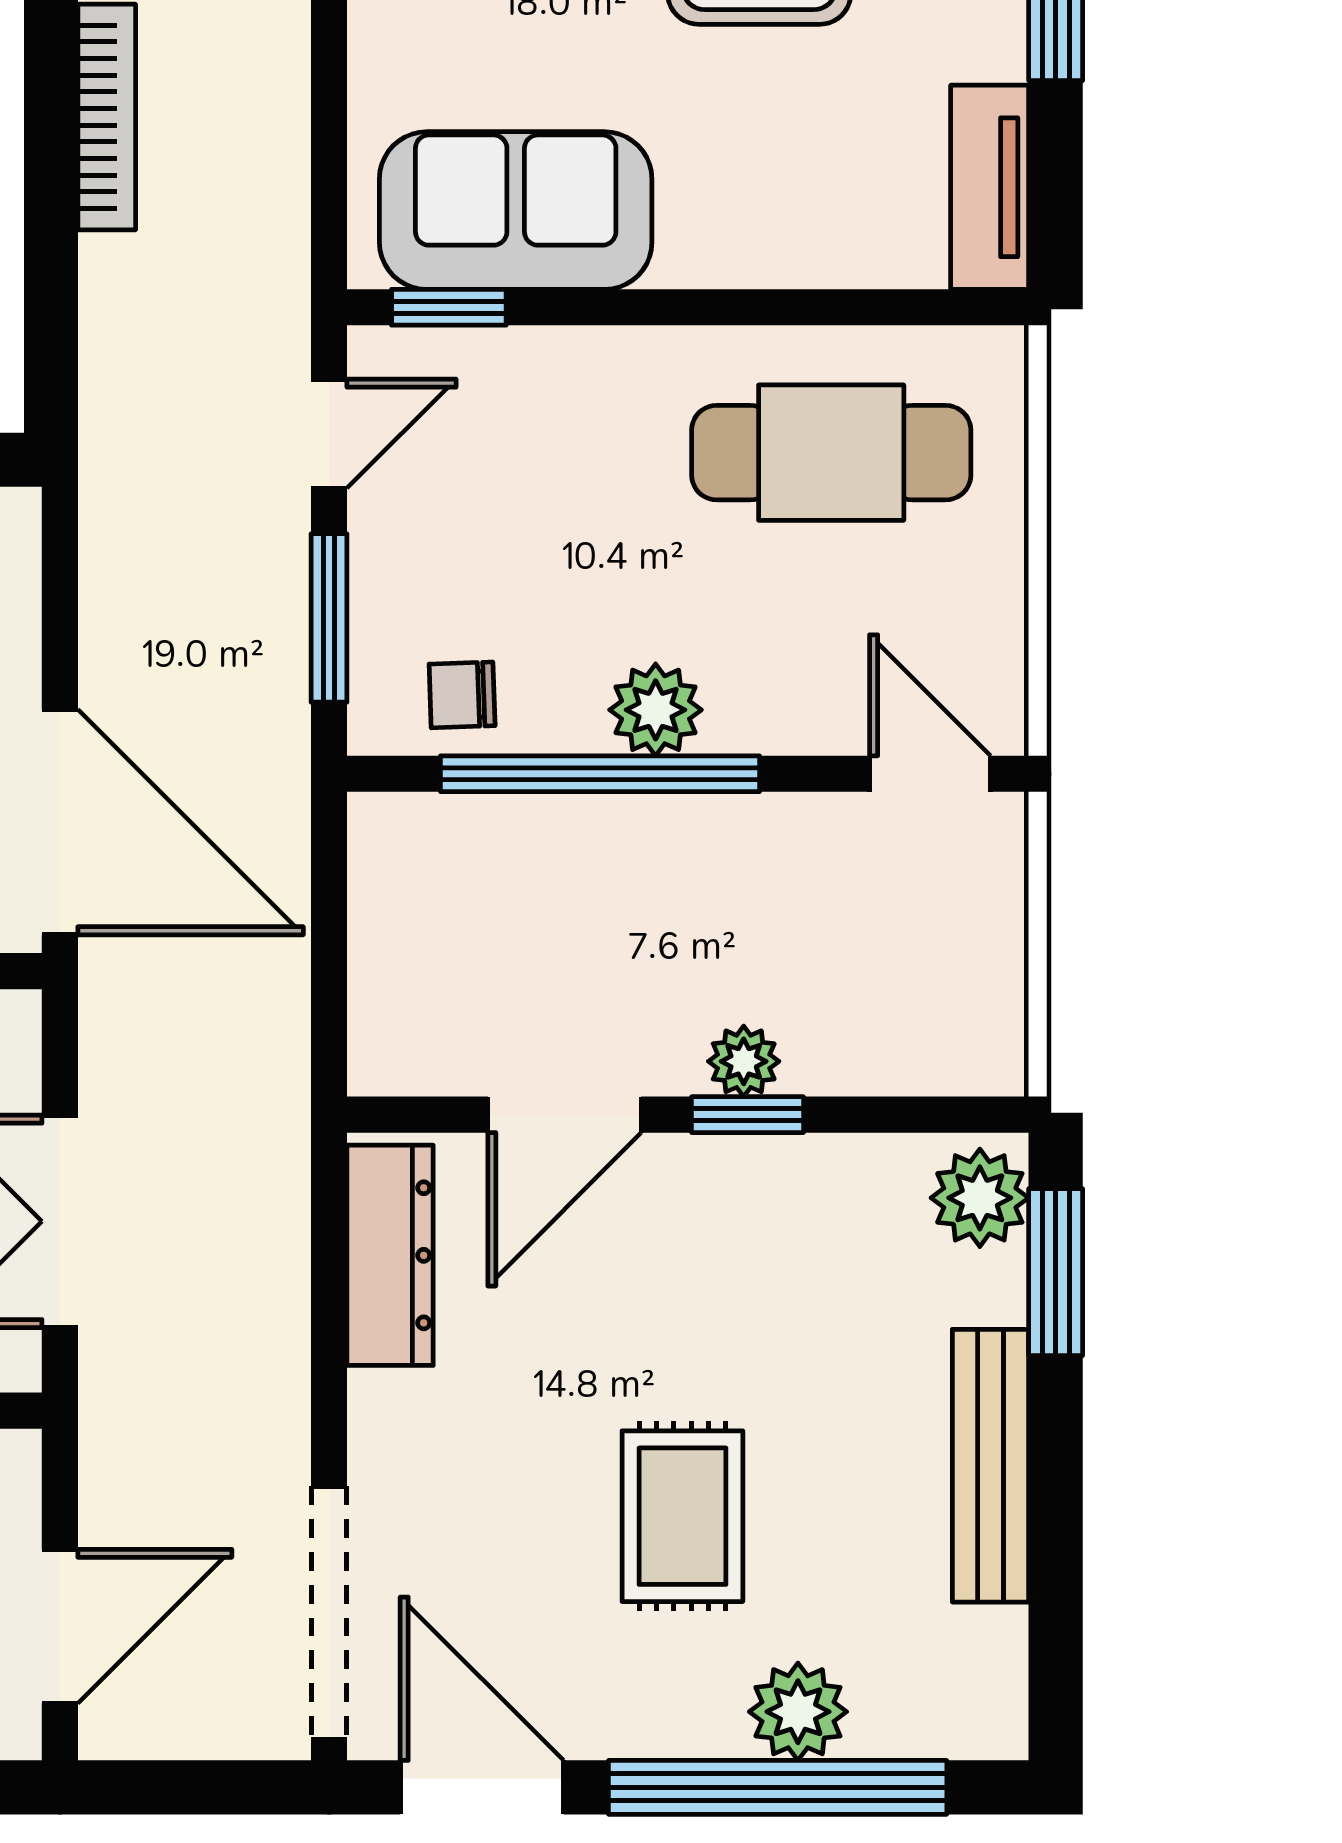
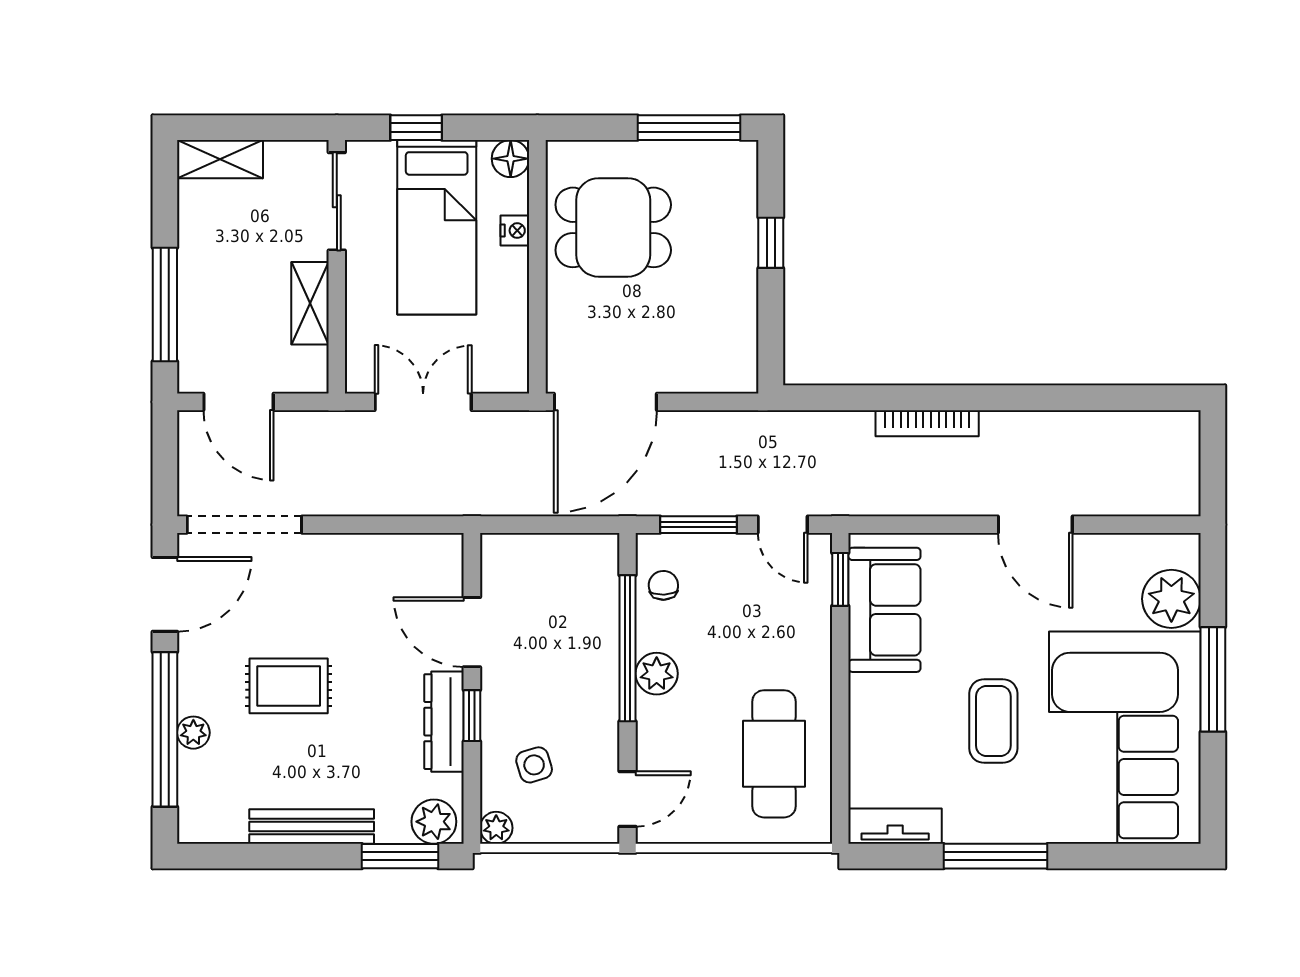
side table: (856, 978) -> (534, 765), added
plant: (744, 1061) -> (496, 828), moved
dresser: (390, 1255) -> (444, 722), moved, turned 90
plant: (798, 1712) -> (193, 733), width x0.73, depth x0.73

